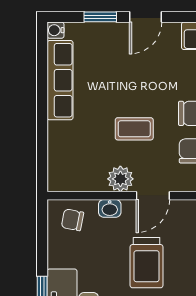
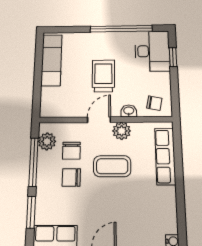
row of seats: (60, 80) -> (165, 156), moved
coffee table: (134, 129) -> (112, 166), width x1.36, depth x1.30

